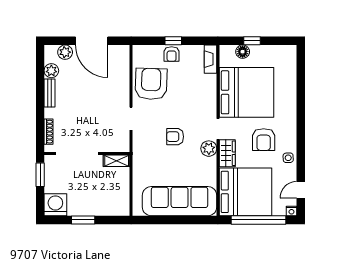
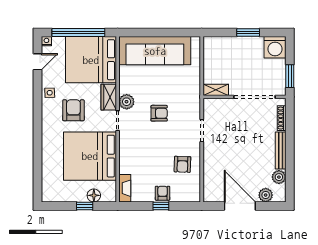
armchair: (151, 84) -> (182, 164), width x0.53, depth x0.53
bench: (50, 93) -> (281, 151), width x1.36

